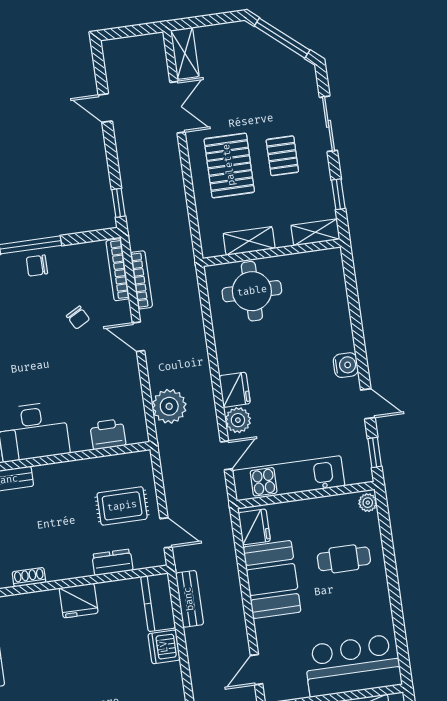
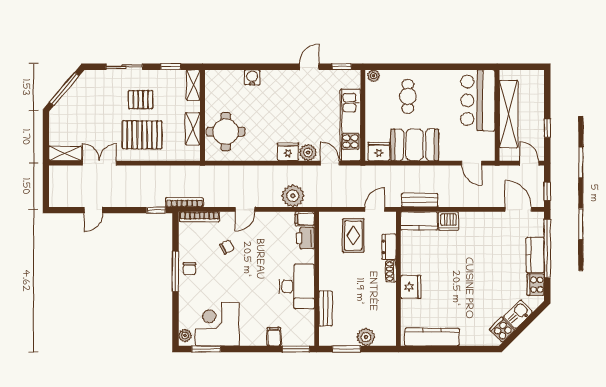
bookcase: (141, 280) -> (184, 202), moved
water cooler: (346, 365) -> (252, 77), moved
filing cabinet: (137, 429) -> (305, 219), added
shoe rack: (29, 577) -> (391, 271), moved
fridge: (79, 601) -> (411, 287), moved

